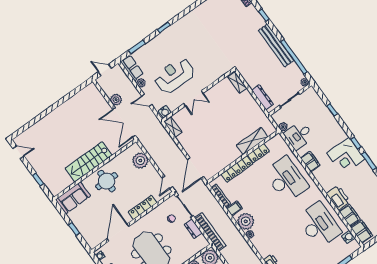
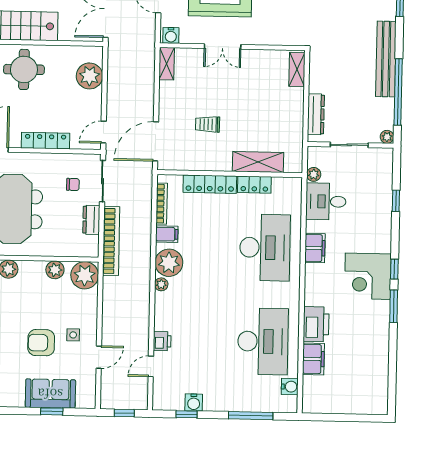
trolley: (214, 141) -> (208, 124), added
filing cabinet: (362, 232) -> (313, 393), removed

